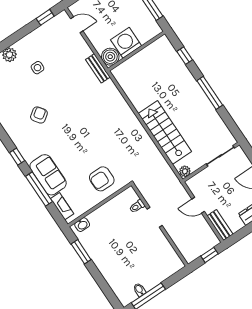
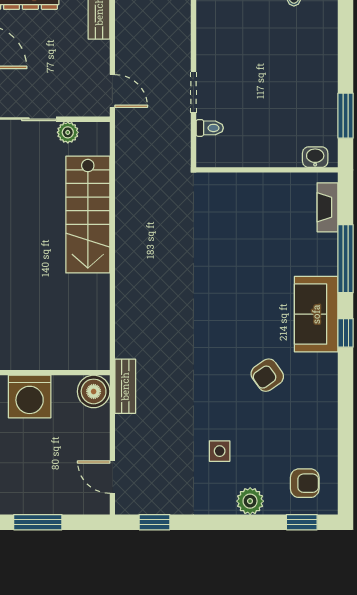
washing machine: (126, 43) -> (30, 397), moved
plant: (185, 171) -> (68, 132), moved
sofa: (48, 175) -> (316, 314), moved
armchair: (102, 179) -> (236, 208), removed
door: (198, 205) -> (112, 91), moved

